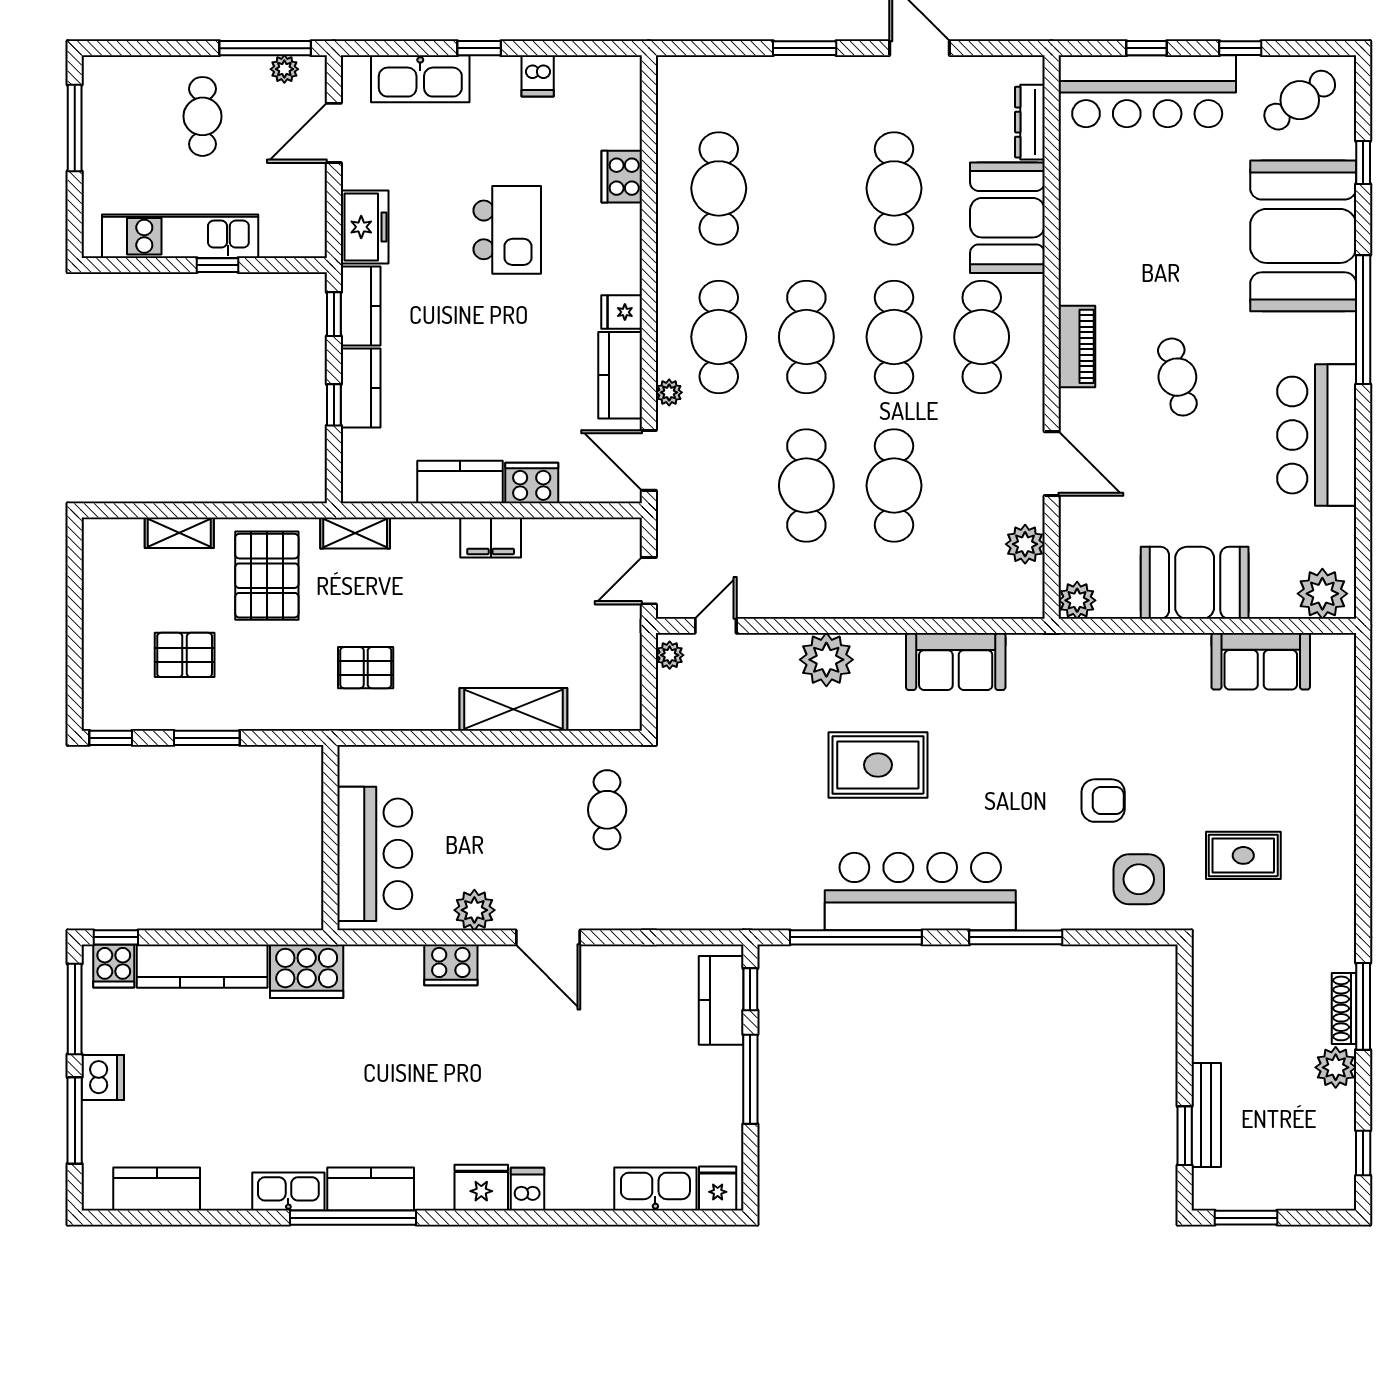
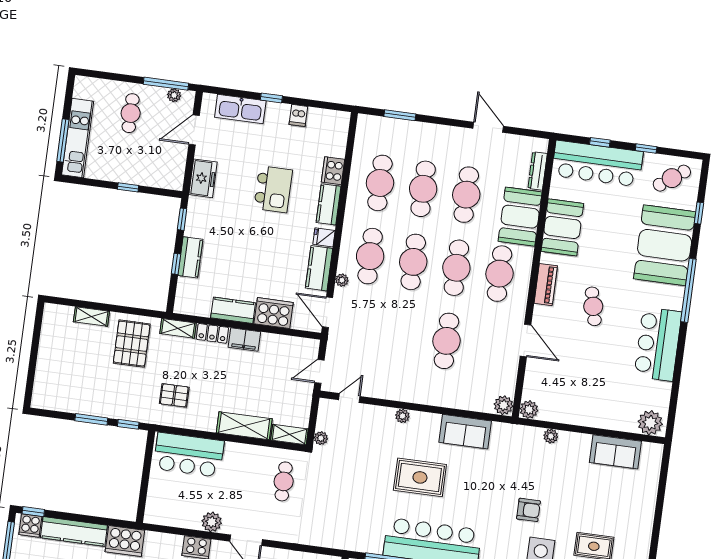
window: (805, 48) -> (400, 115), moved
window: (75, 128) -> (63, 140), moved
kitchen unit: (180, 236) -> (78, 138), moved, turned 90
kitchen counter: (361, 306) -> (329, 204), moved, turned 180
cooker: (532, 483) -> (274, 313), width x1.37, depth x1.31
cafe table: (806, 486) -> (423, 189), moved
locker: (425, 534) -> (212, 333), added
plant: (1025, 544) -> (503, 405), moved
booth: (1195, 583) -> (562, 227), moved, turned 90
plant: (1128, 647) -> (551, 436), added
pallet: (185, 655) -> (86, 377), removed
plant: (670, 655) -> (321, 438), moved
plant: (826, 660) -> (402, 416), width x0.53, depth x0.53
shelving: (606, 715) -> (289, 435), added
window: (111, 738) -> (128, 424), moved
bar counter: (375, 854) -> (189, 455), moved, turned 90

